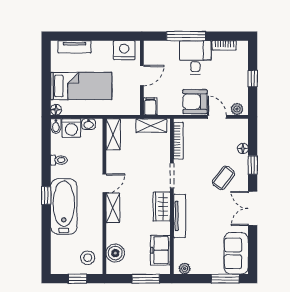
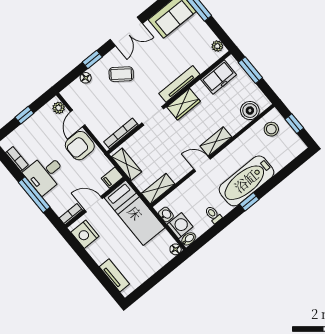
bookcase: (148, 52) -> (71, 214), added
bed: (81, 86) -> (135, 213), moved, turned 180
armchair: (195, 102) -> (80, 146), turned 90

